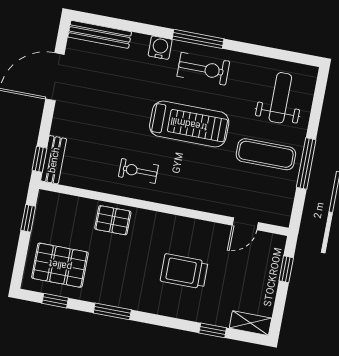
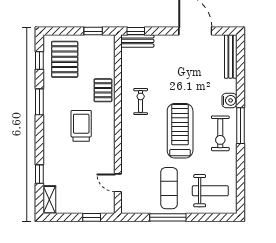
treadmill: (189, 124) -> (180, 131), turned 180
trolley: (184, 271) -> (81, 126), moved

